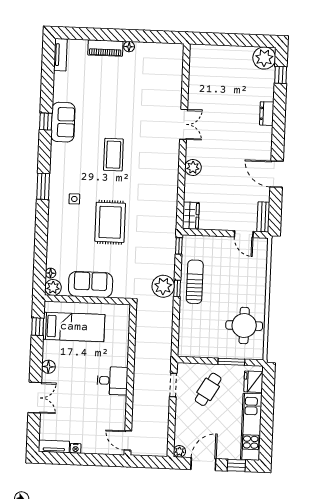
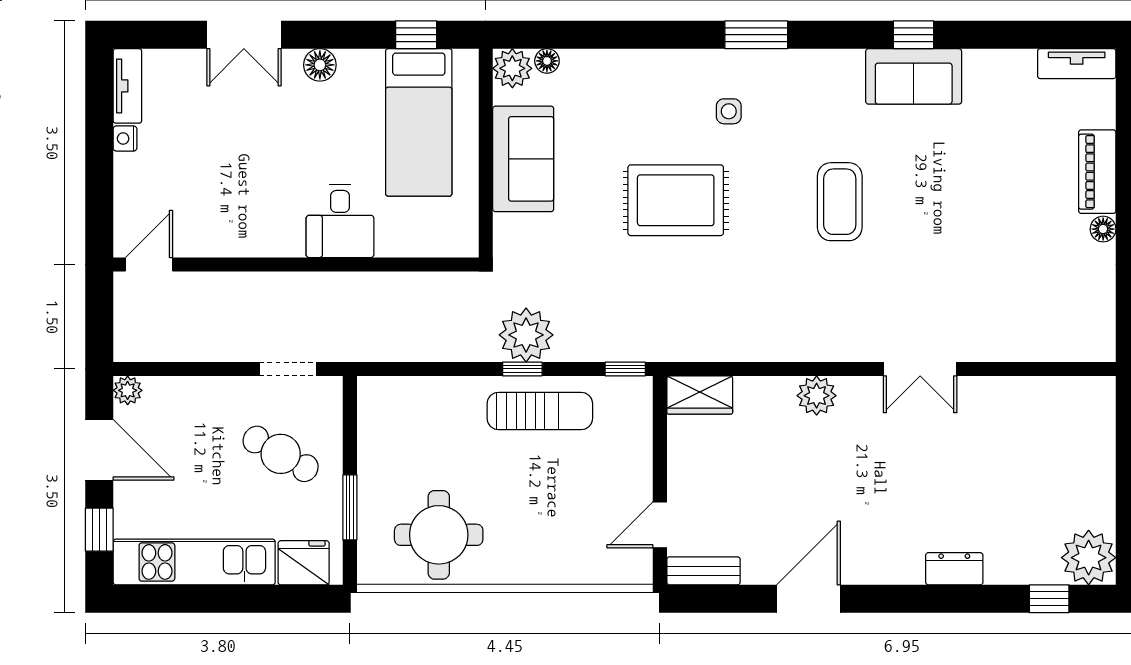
coffee table: (113, 155) -> (840, 202), turned 90
desk: (112, 381) -> (340, 221), moved

